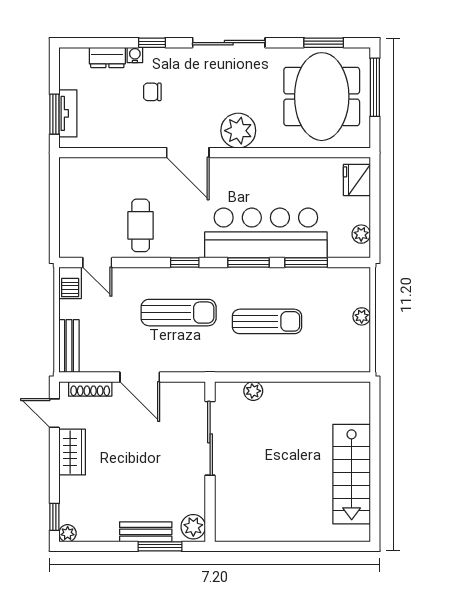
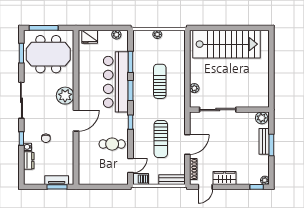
sun lounger: (179, 313) -> (161, 139), moved, turned 180
stairs: (352, 474) -> (227, 44), width x1.36, depth x1.51
window: (160, 546) -> (271, 145), moved

